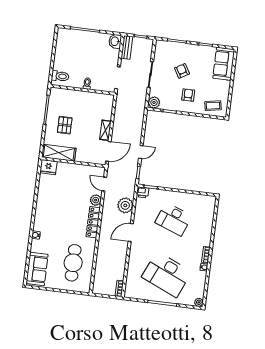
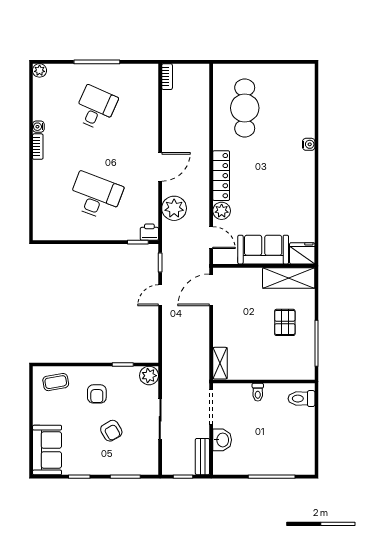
washbasin: (115, 41) -> (222, 440), moved
shelving: (105, 130) -> (220, 363), moved
sofa: (37, 269) -> (263, 250), moved, turned 90
desk: (167, 274) -> (96, 108), width x0.53, depth x0.77

